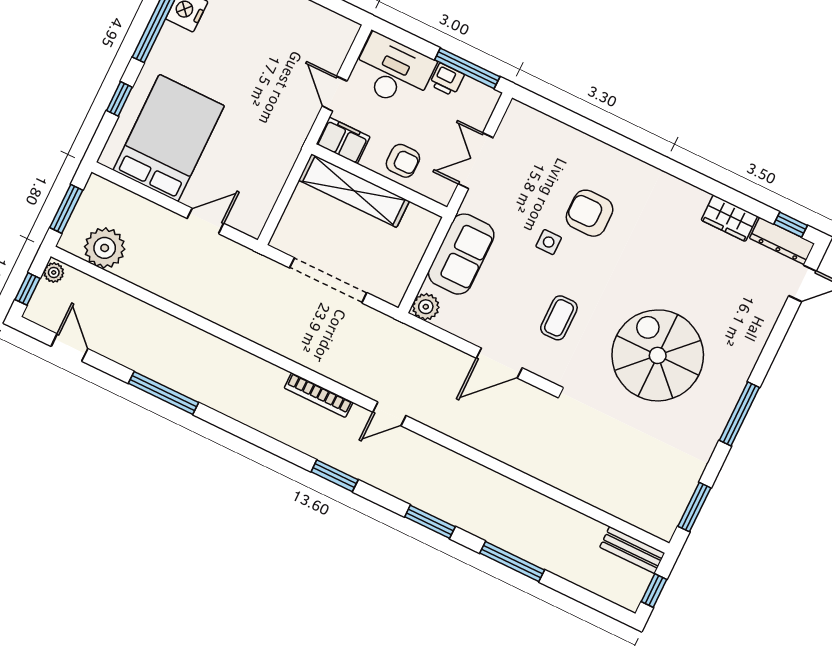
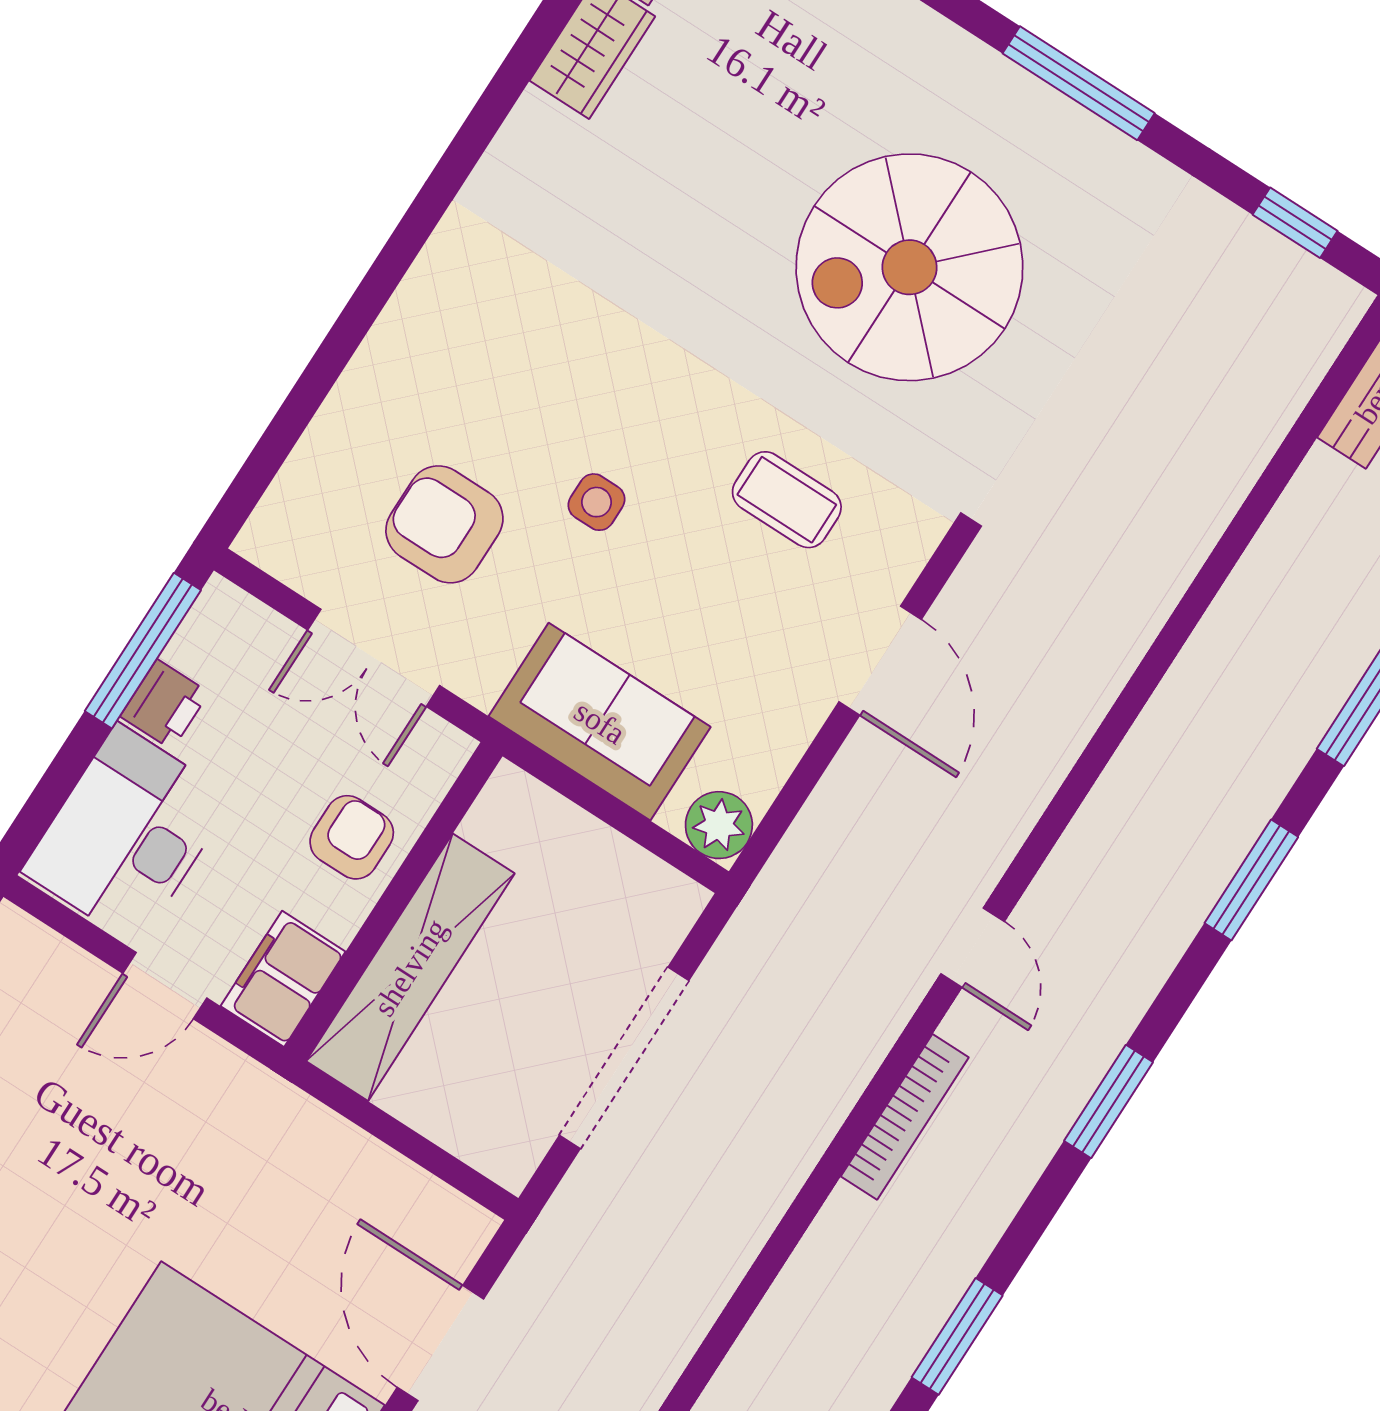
armchair: (590, 213) -> (444, 524), moved, turned 90
door: (205, 221) -> (440, 1343), width x1.38
window: (233, 427) -> (957, 1336), added
window: (694, 507) -> (1295, 223), width x0.67

